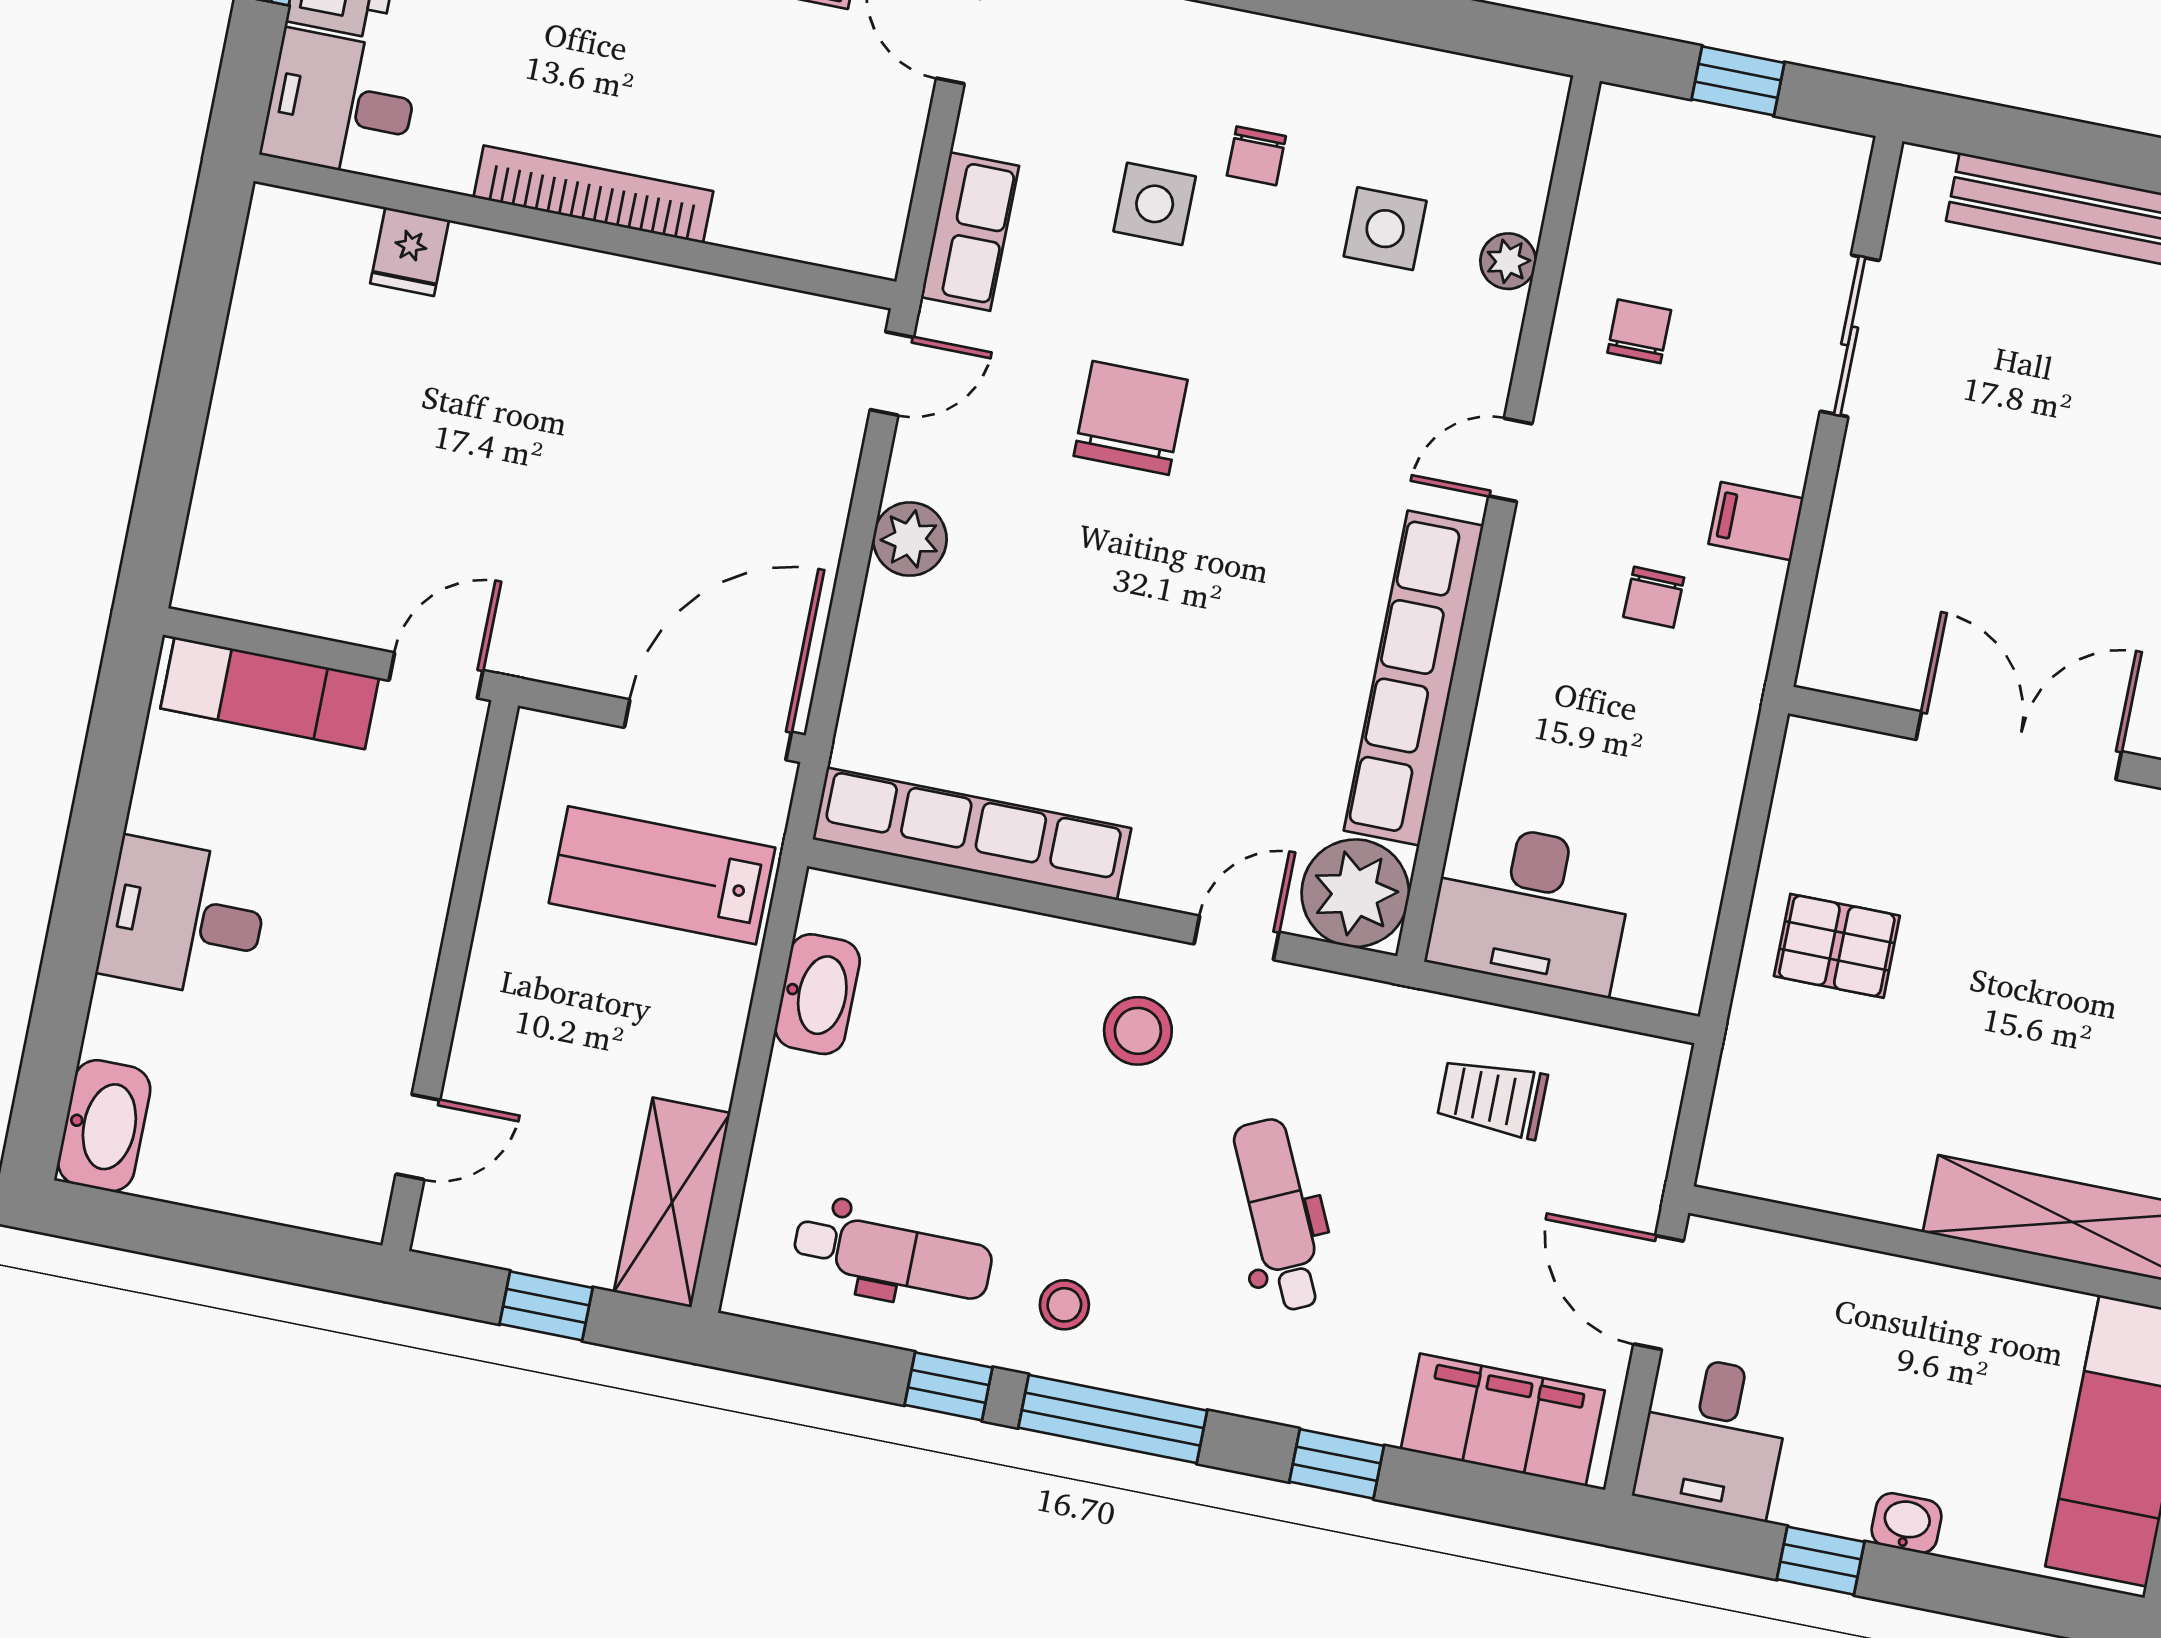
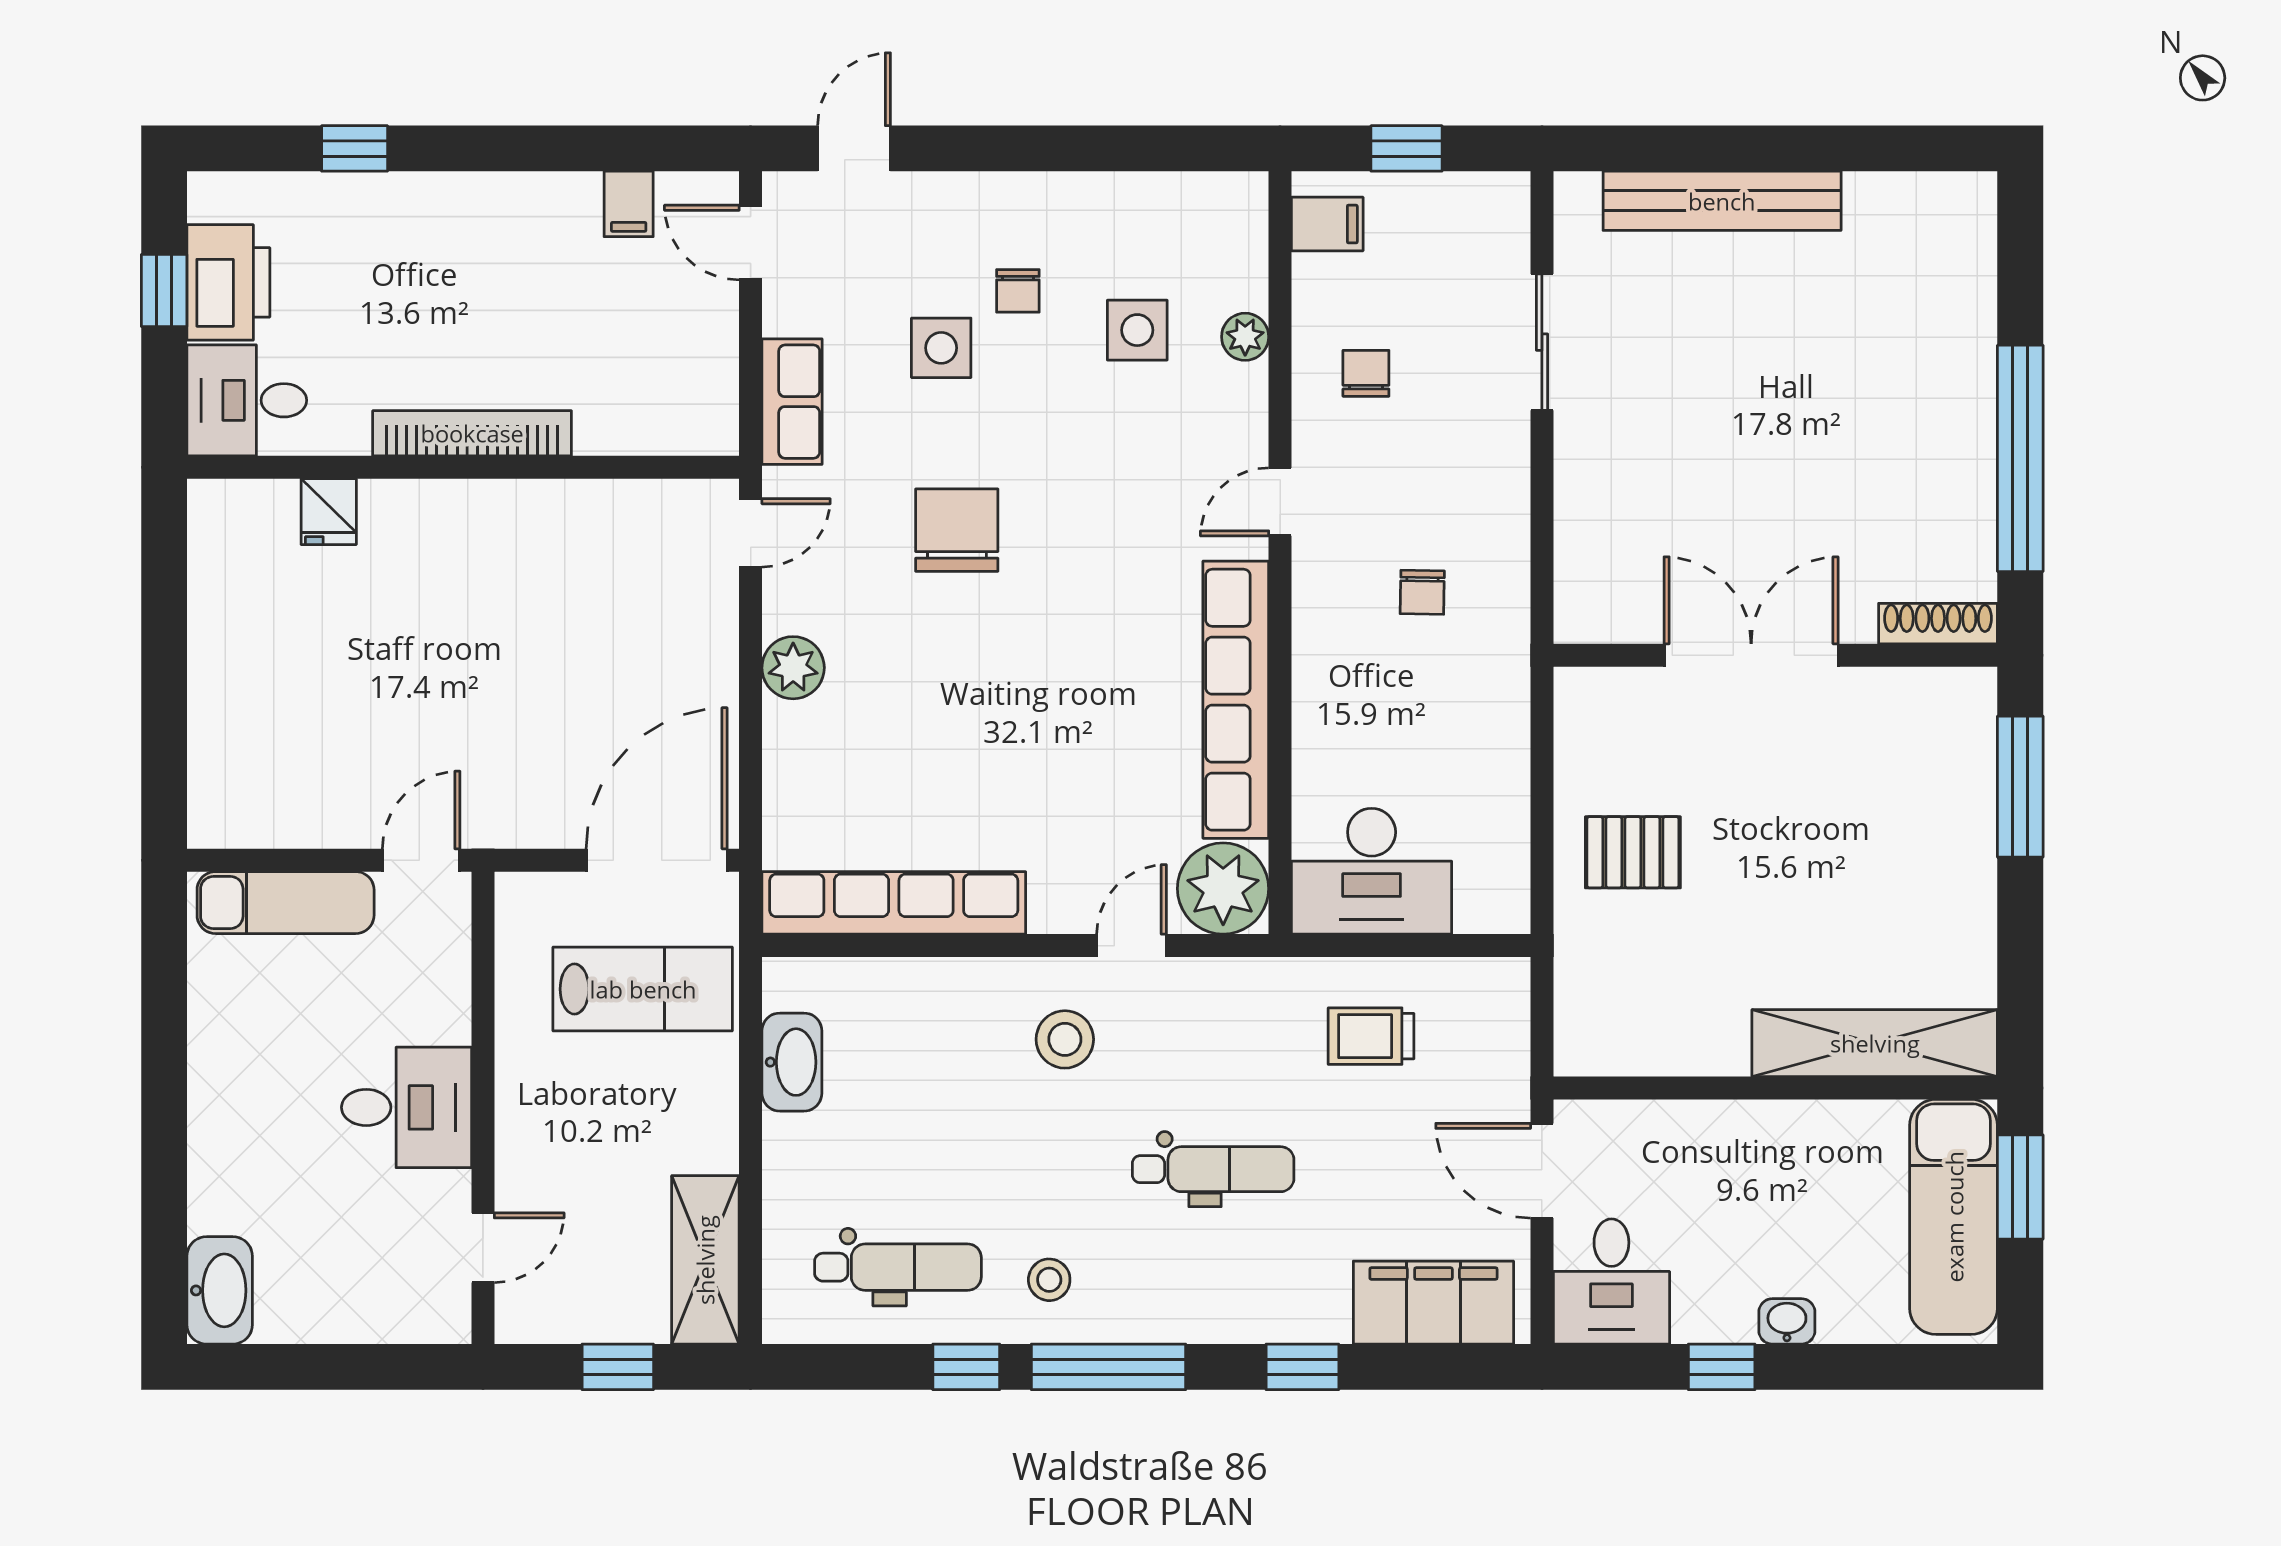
filing cabinet: (1756, 521) -> (1327, 224), moved, turned 180
lab bench: (662, 875) -> (643, 989), turned 180
desk: (184, 918) -> (407, 1107), moved, turned 180
dental chair: (1279, 1215) -> (1213, 1169), turned 115

